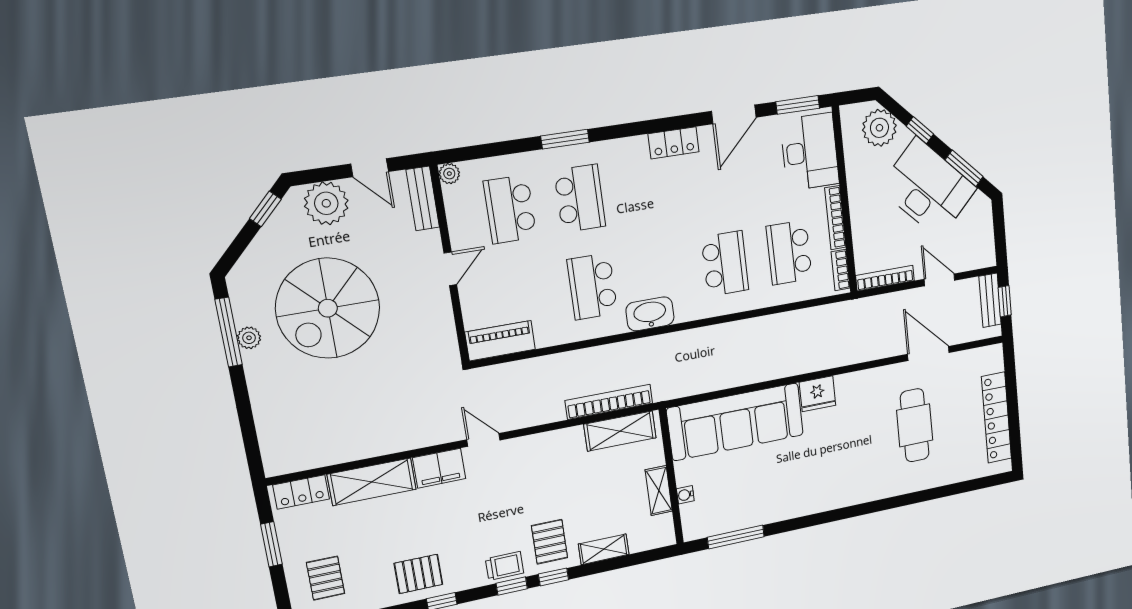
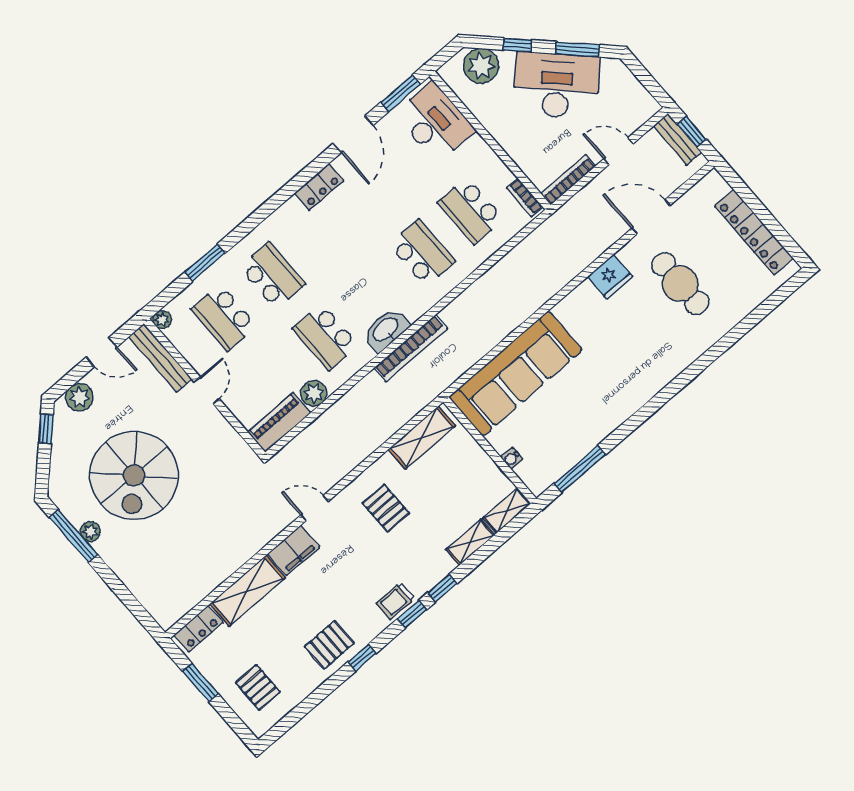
window: (565, 139) -> (205, 263), moved
bench: (423, 198) -> (160, 358), width x1.36
plant: (326, 203) -> (79, 397), width x0.73, depth x0.73
bookcase: (835, 218) -> (491, 159), removed
plant: (549, 333) -> (314, 393), added
fridge: (817, 394) -> (610, 277), moved
bookcase: (609, 402) -> (411, 348), moved, turned 180
shelving: (659, 491) -> (507, 511), moved, turned 90
pallet: (550, 542) -> (386, 508), moved
trolley: (505, 566) -> (396, 601), turned 180

